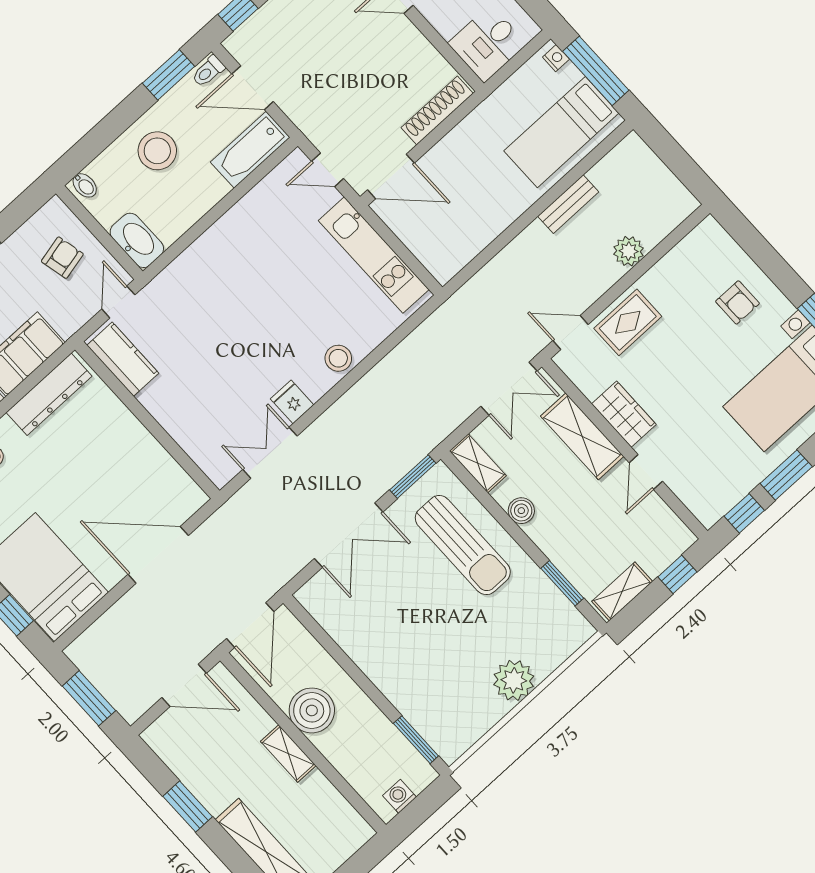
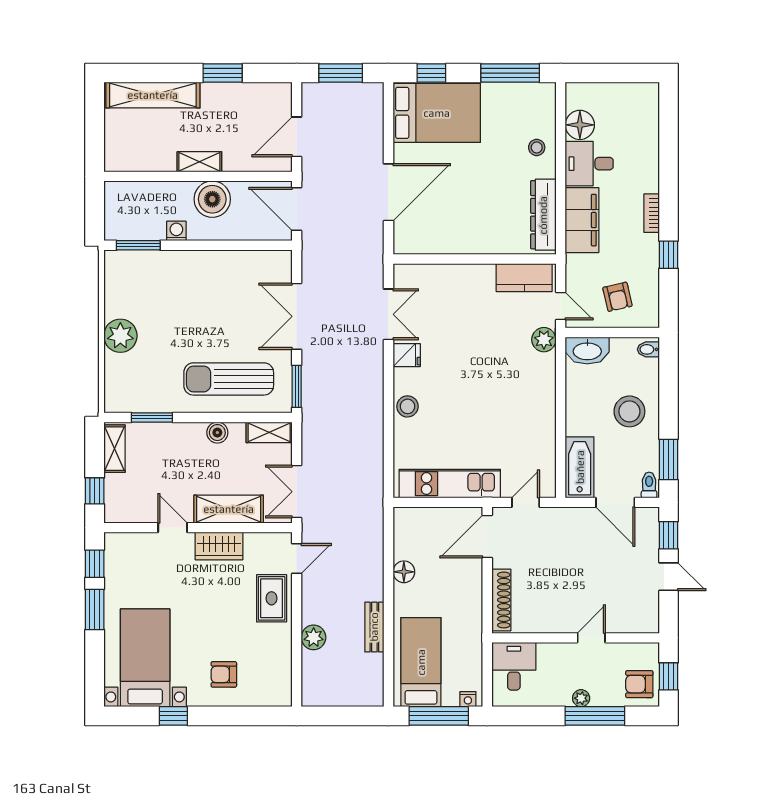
door: (253, 88) -> (615, 502), swing flipped
floor lamp: (493, 223) -> (404, 572), added
plant: (163, 289) -> (544, 340), added
washing machine: (399, 796) -> (176, 231), moved, turned -90

